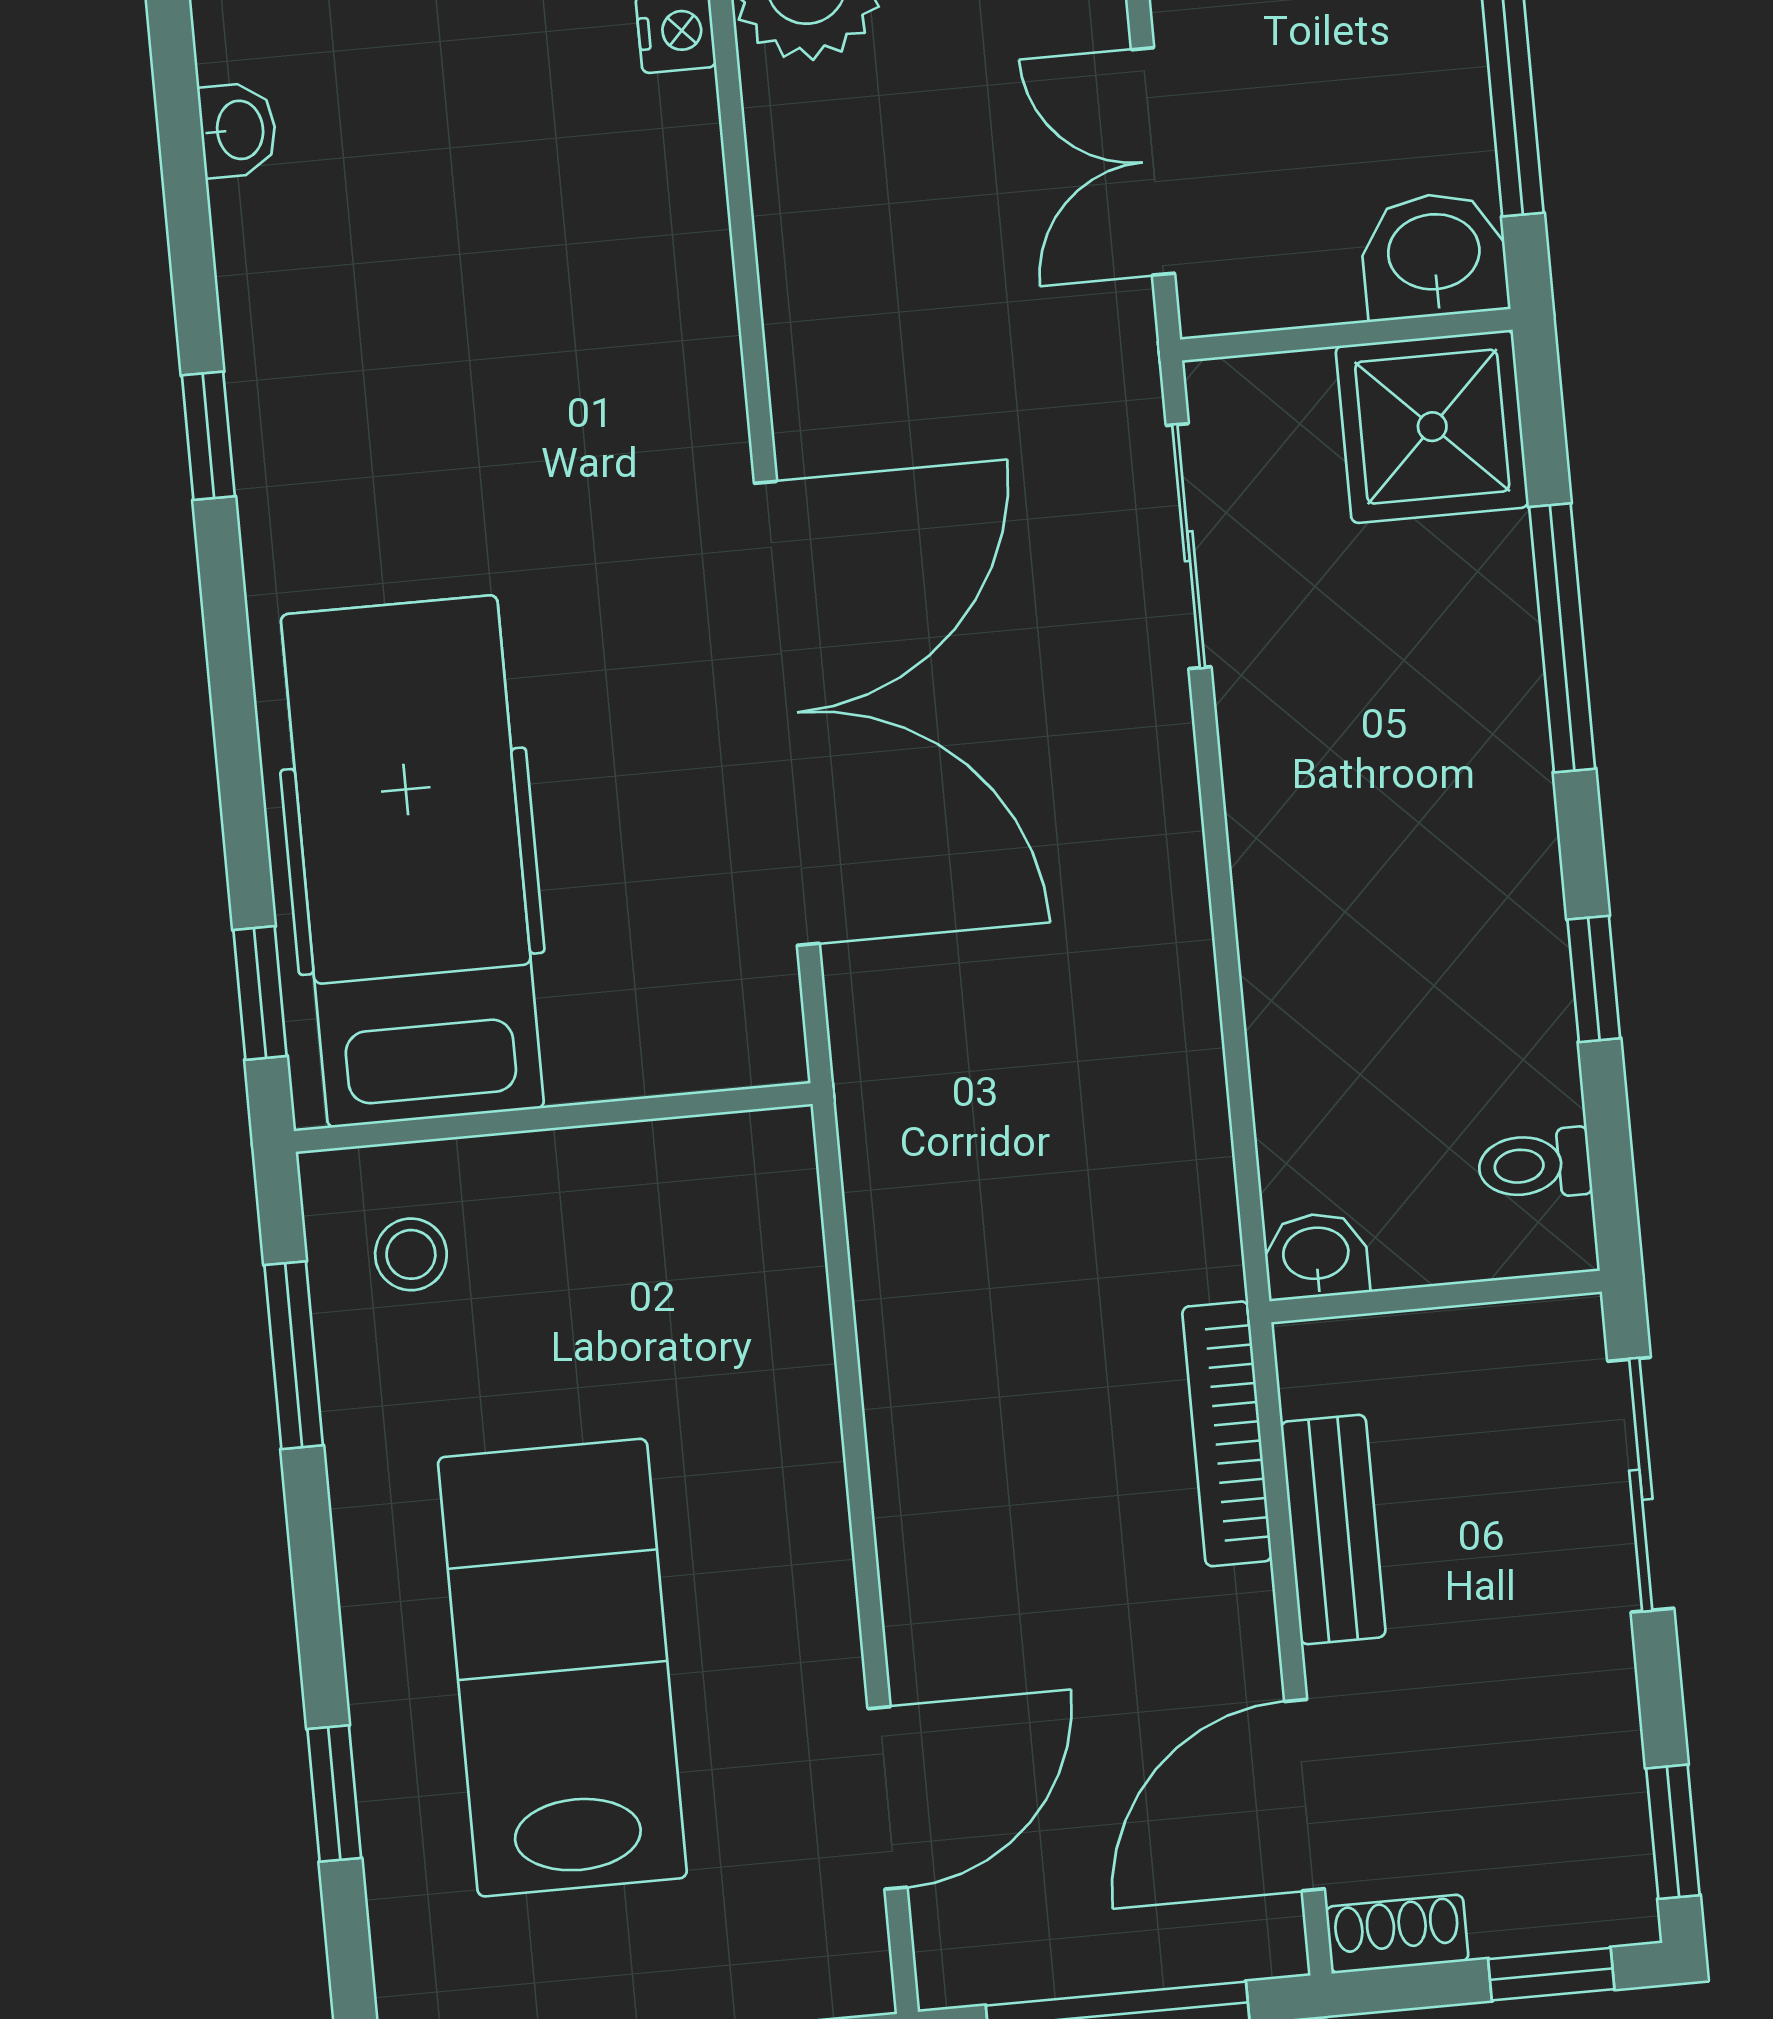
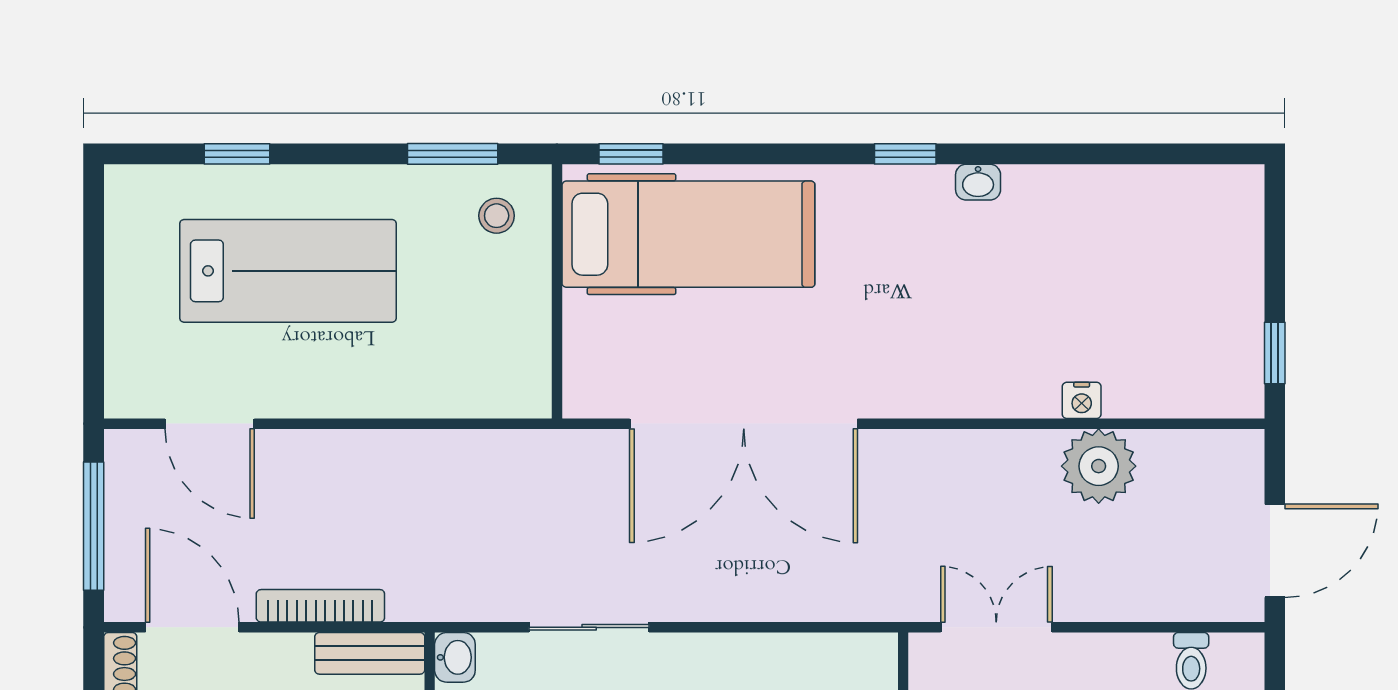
washbasin: (238, 130) -> (978, 182), moved
sliding door: (1189, 546) -> (589, 627), moved
bookcase: (1227, 1434) -> (320, 606), moved
bench: (1333, 1529) -> (370, 653), moved

